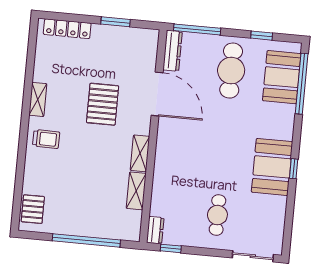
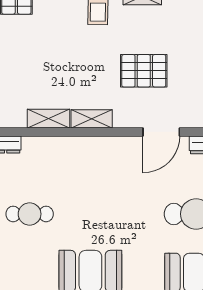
door: (157, 94) -> (161, 132), width x0.73

